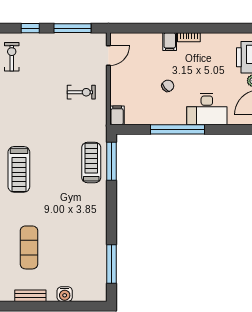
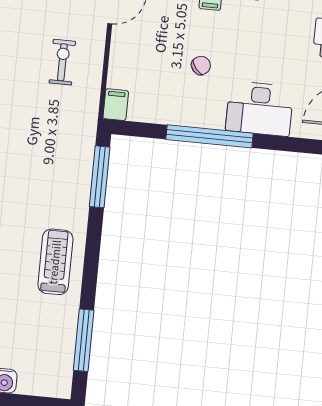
exercise bike: (81, 92) -> (62, 62), turned -90
treadmill: (91, 163) -> (55, 262), moved

